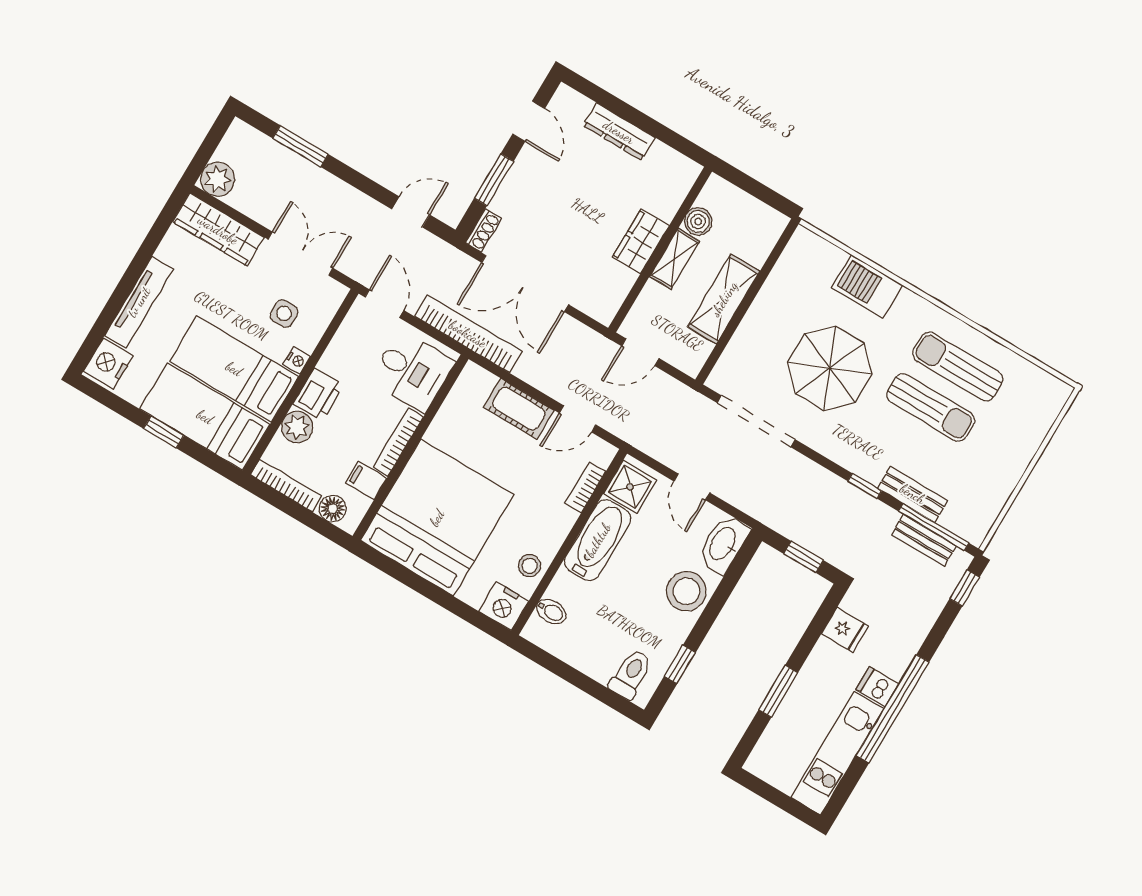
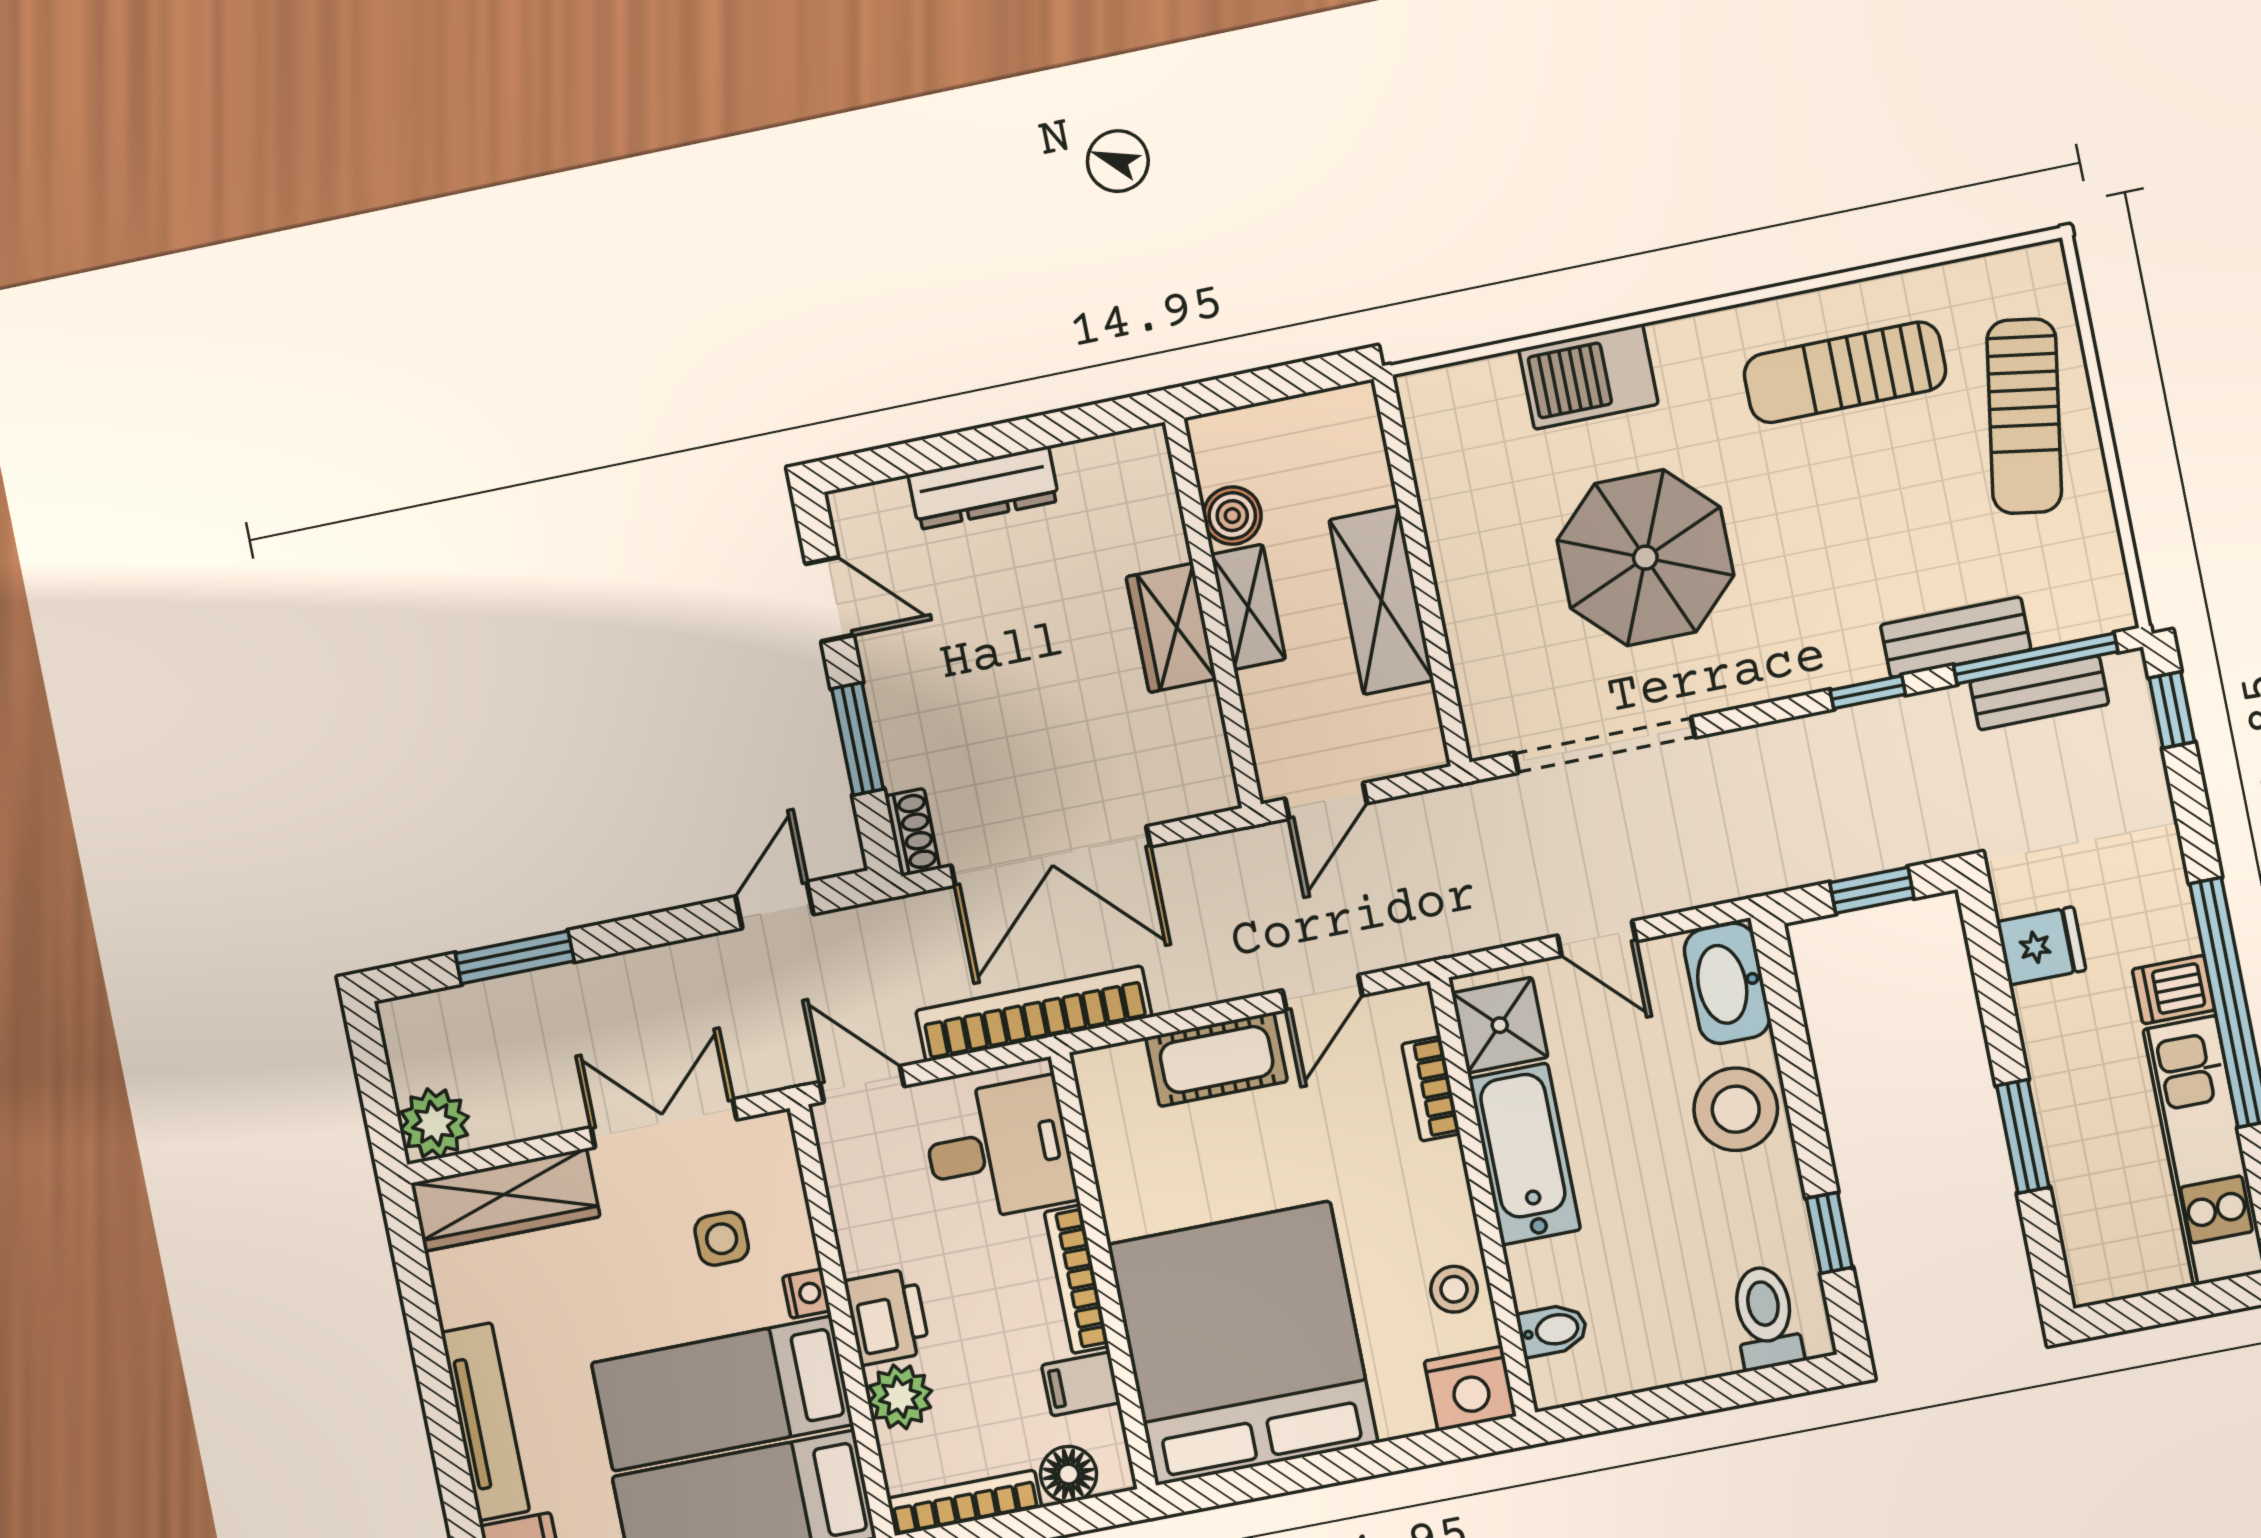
sun lounger: (931, 407) -> (2024, 416), moved, turned 99

